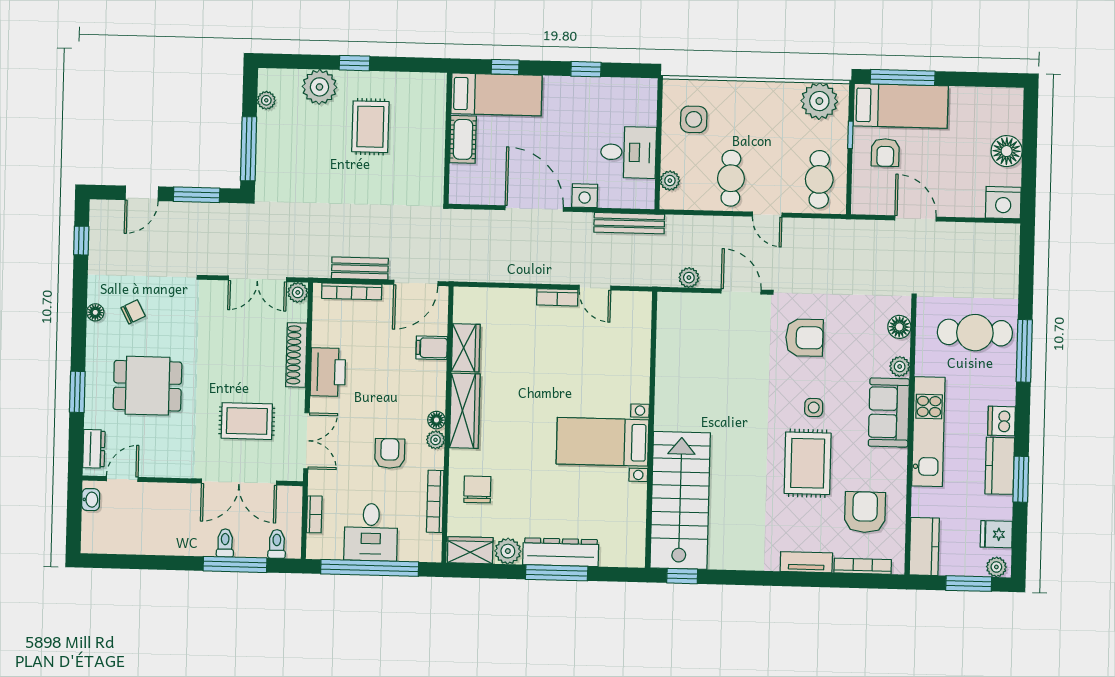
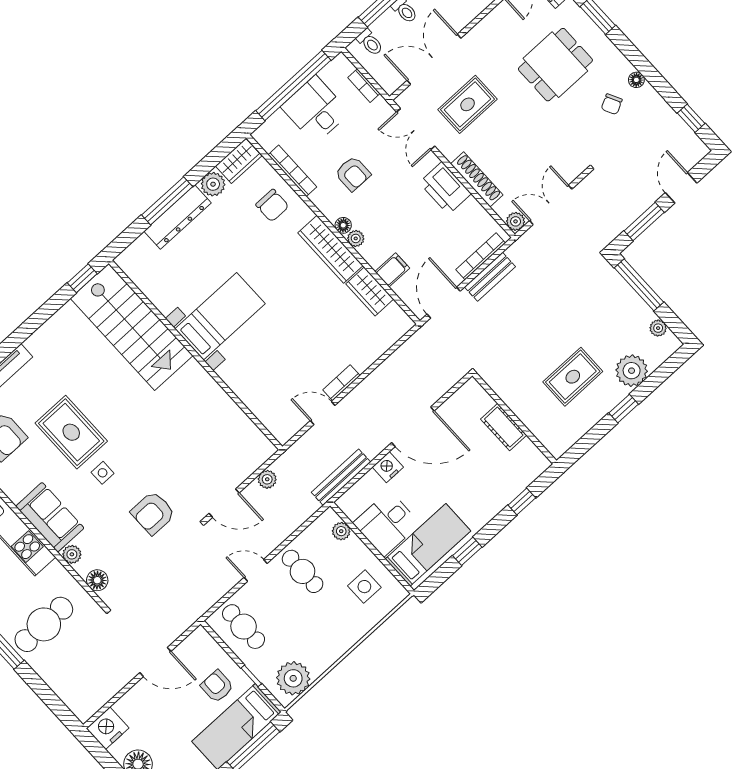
bed: (496, 94) -> (428, 545), moved, turned 180
rug: (370, 127) -> (573, 377), turned 90
plant: (436, 440) -> (356, 238), moved

